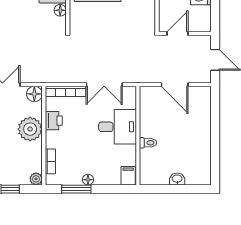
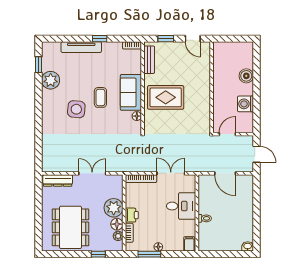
double door: (104, 85) -> (171, 173), swing flipped
floor lamp: (34, 94) -> (117, 224), moved
printer: (54, 121) -> (132, 215), moved
plant: (36, 179) -> (118, 236), moved
washbasin: (177, 179) -> (248, 246), moved

